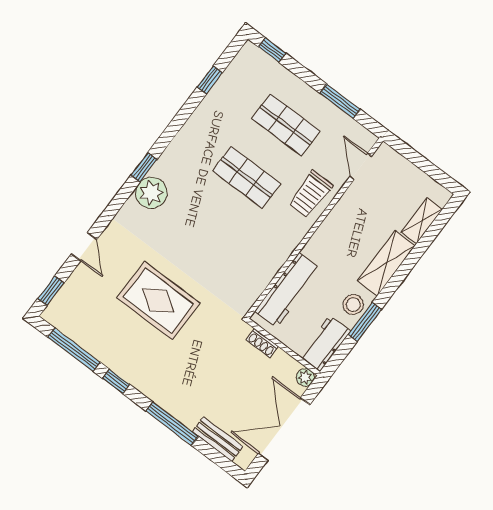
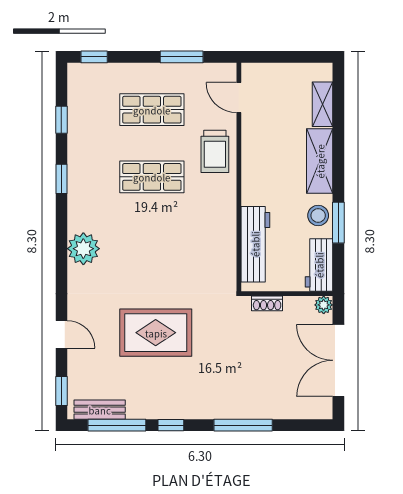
window: (144, 167) -> (61, 179), moved
bench: (218, 439) -> (100, 410), moved

